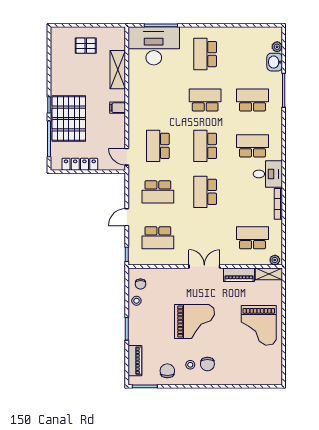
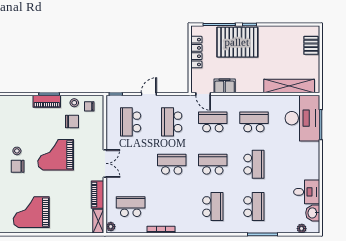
pallet: (86, 46) -> (311, 45), moved
school desk: (205, 54) -> (254, 122), moved
washbasin: (275, 62) -> (313, 213), moved, turned -90
shelving: (118, 70) -> (289, 86), width x1.47
filing cabinet: (118, 108) -> (225, 86), moved, width x2.00
door: (127, 157) -> (203, 94), swing flipped
desk: (268, 174) -> (307, 192), moved, turned -90
door: (127, 217) -> (149, 94), hinge flipped
school desk: (252, 238) -> (131, 207), turned -90
grand piano: (194, 322) -> (56, 155), turned 90
grand piano: (259, 325) -> (31, 212), moved
piano: (135, 361) -> (47, 101), moved
chair: (167, 371) -> (72, 122), moved

